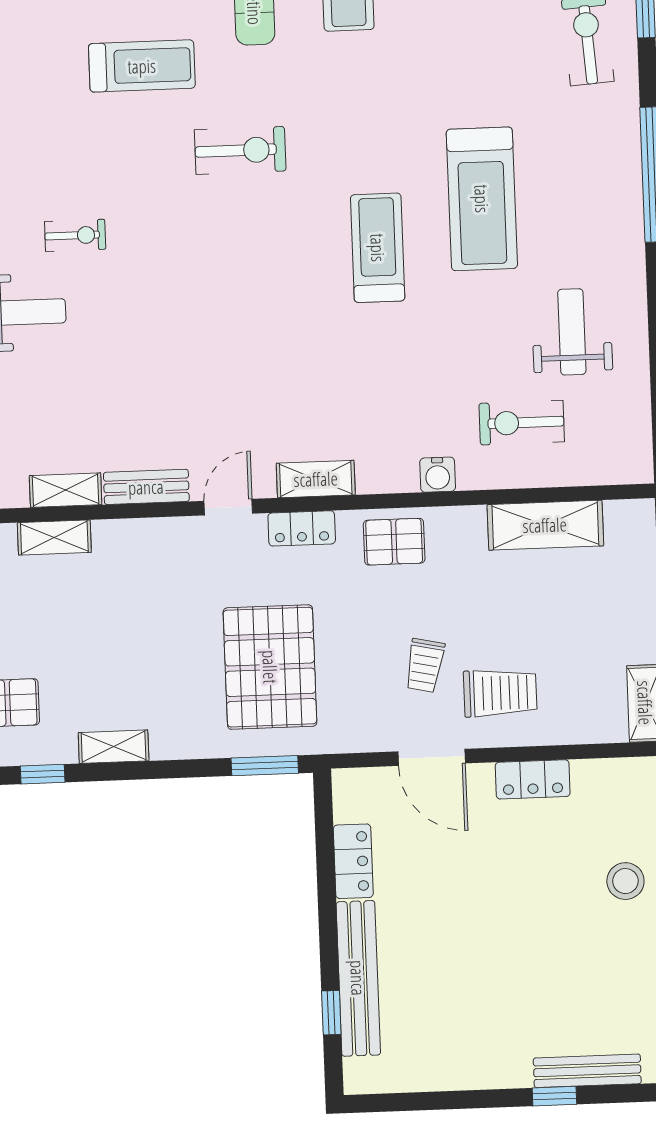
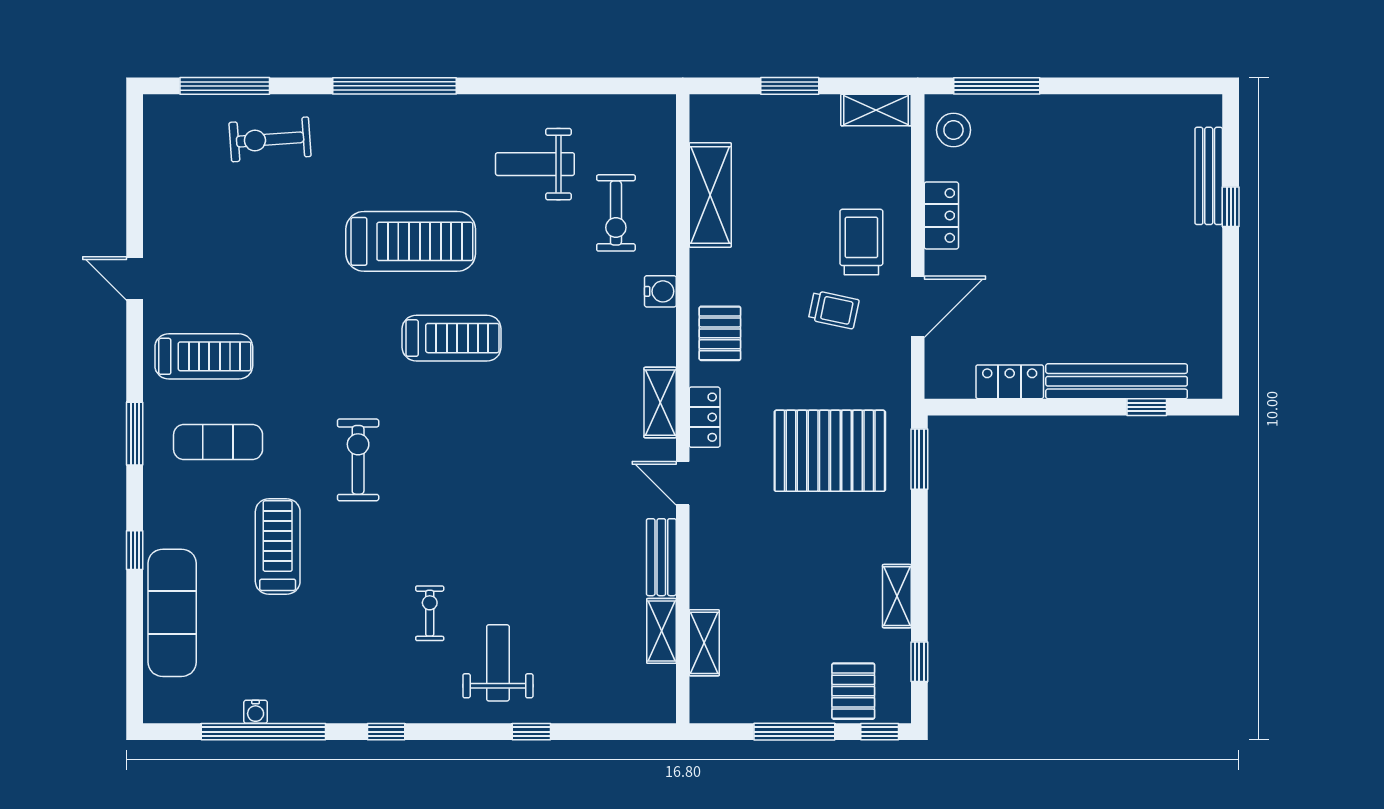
treadmill: (378, 248) -> (452, 338), turned 180
stool: (625, 881) -> (953, 130), moved

